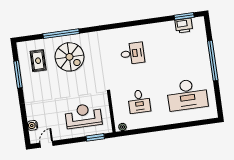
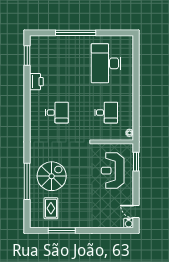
printer: (184, 26) -> (36, 82), moved
desk: (132, 53) -> (57, 113), turned 90
rug: (38, 61) -> (51, 208), turned 90
desk: (187, 95) -> (106, 63), turned 180
water cooler: (33, 125) -> (129, 223), moved

